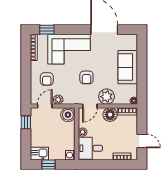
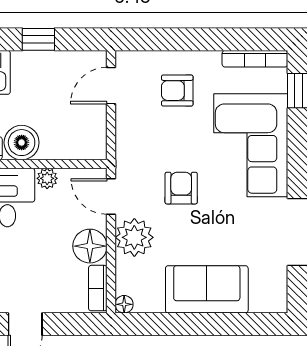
armchair: (86, 77) -> (181, 188), turned 90
plant: (58, 100) -> (127, 119), removed
door: (45, 106) -> (111, 86), swing flipped
boiler: (68, 115) -> (22, 143), moved
window: (26, 122) -> (38, 39), moved

